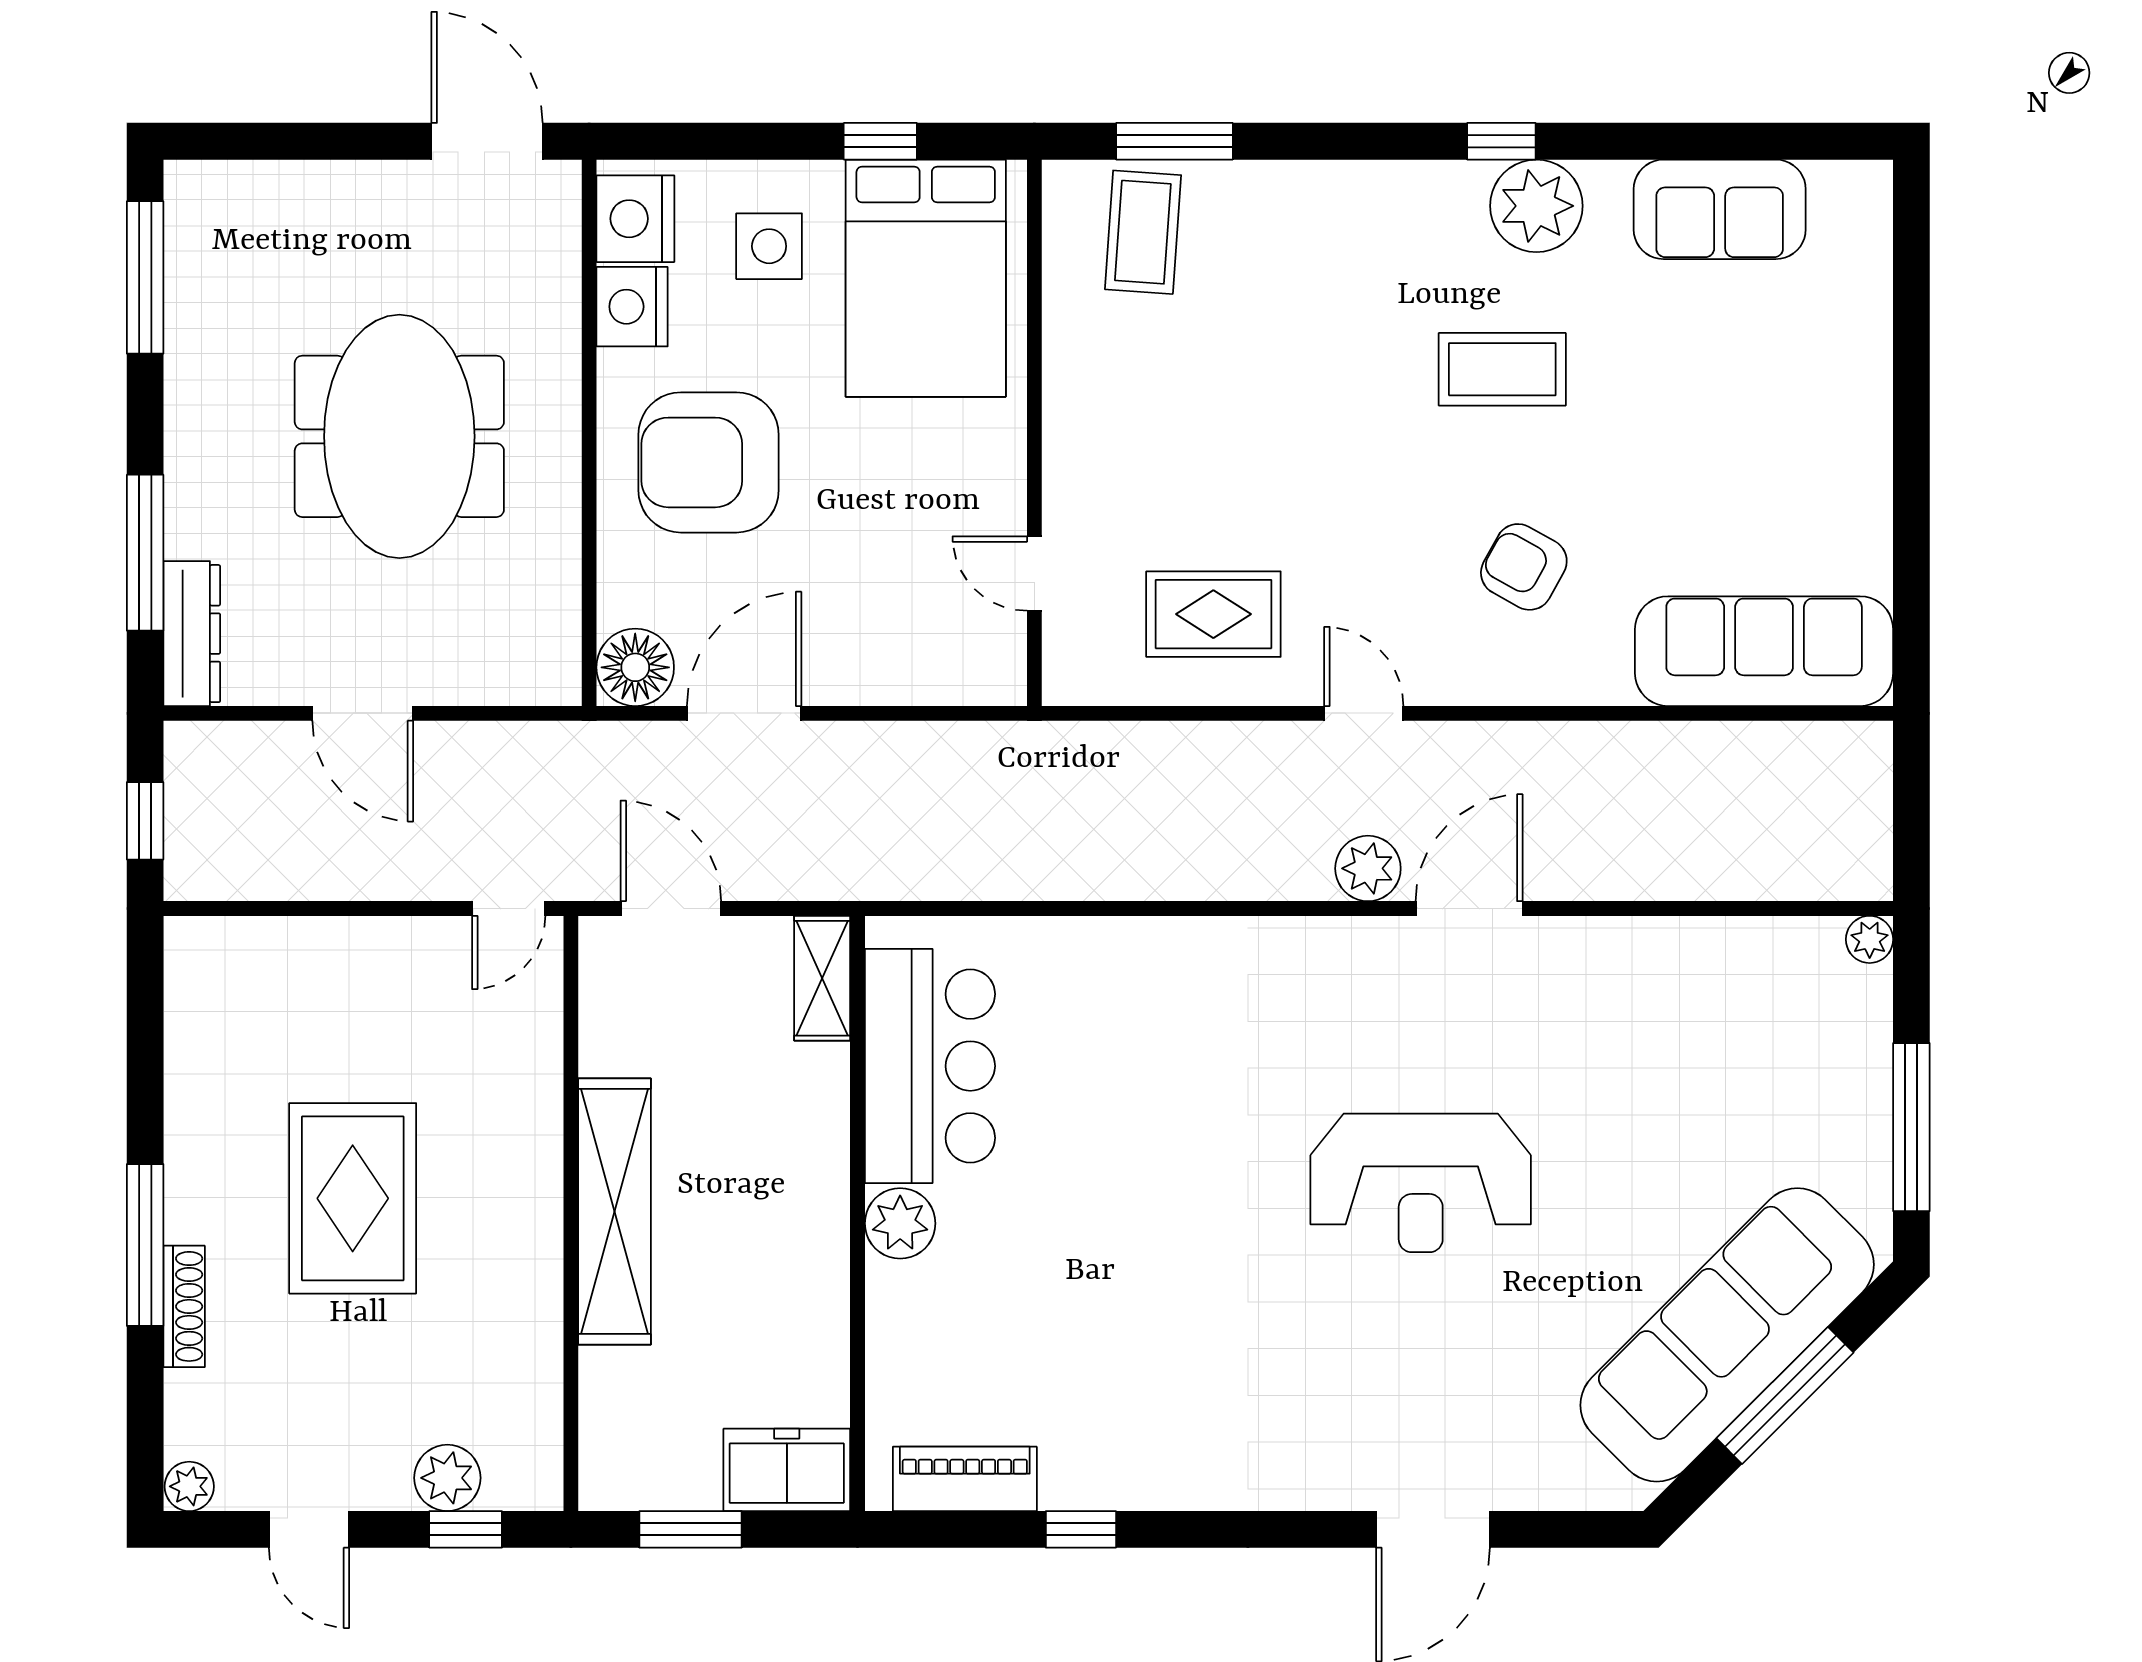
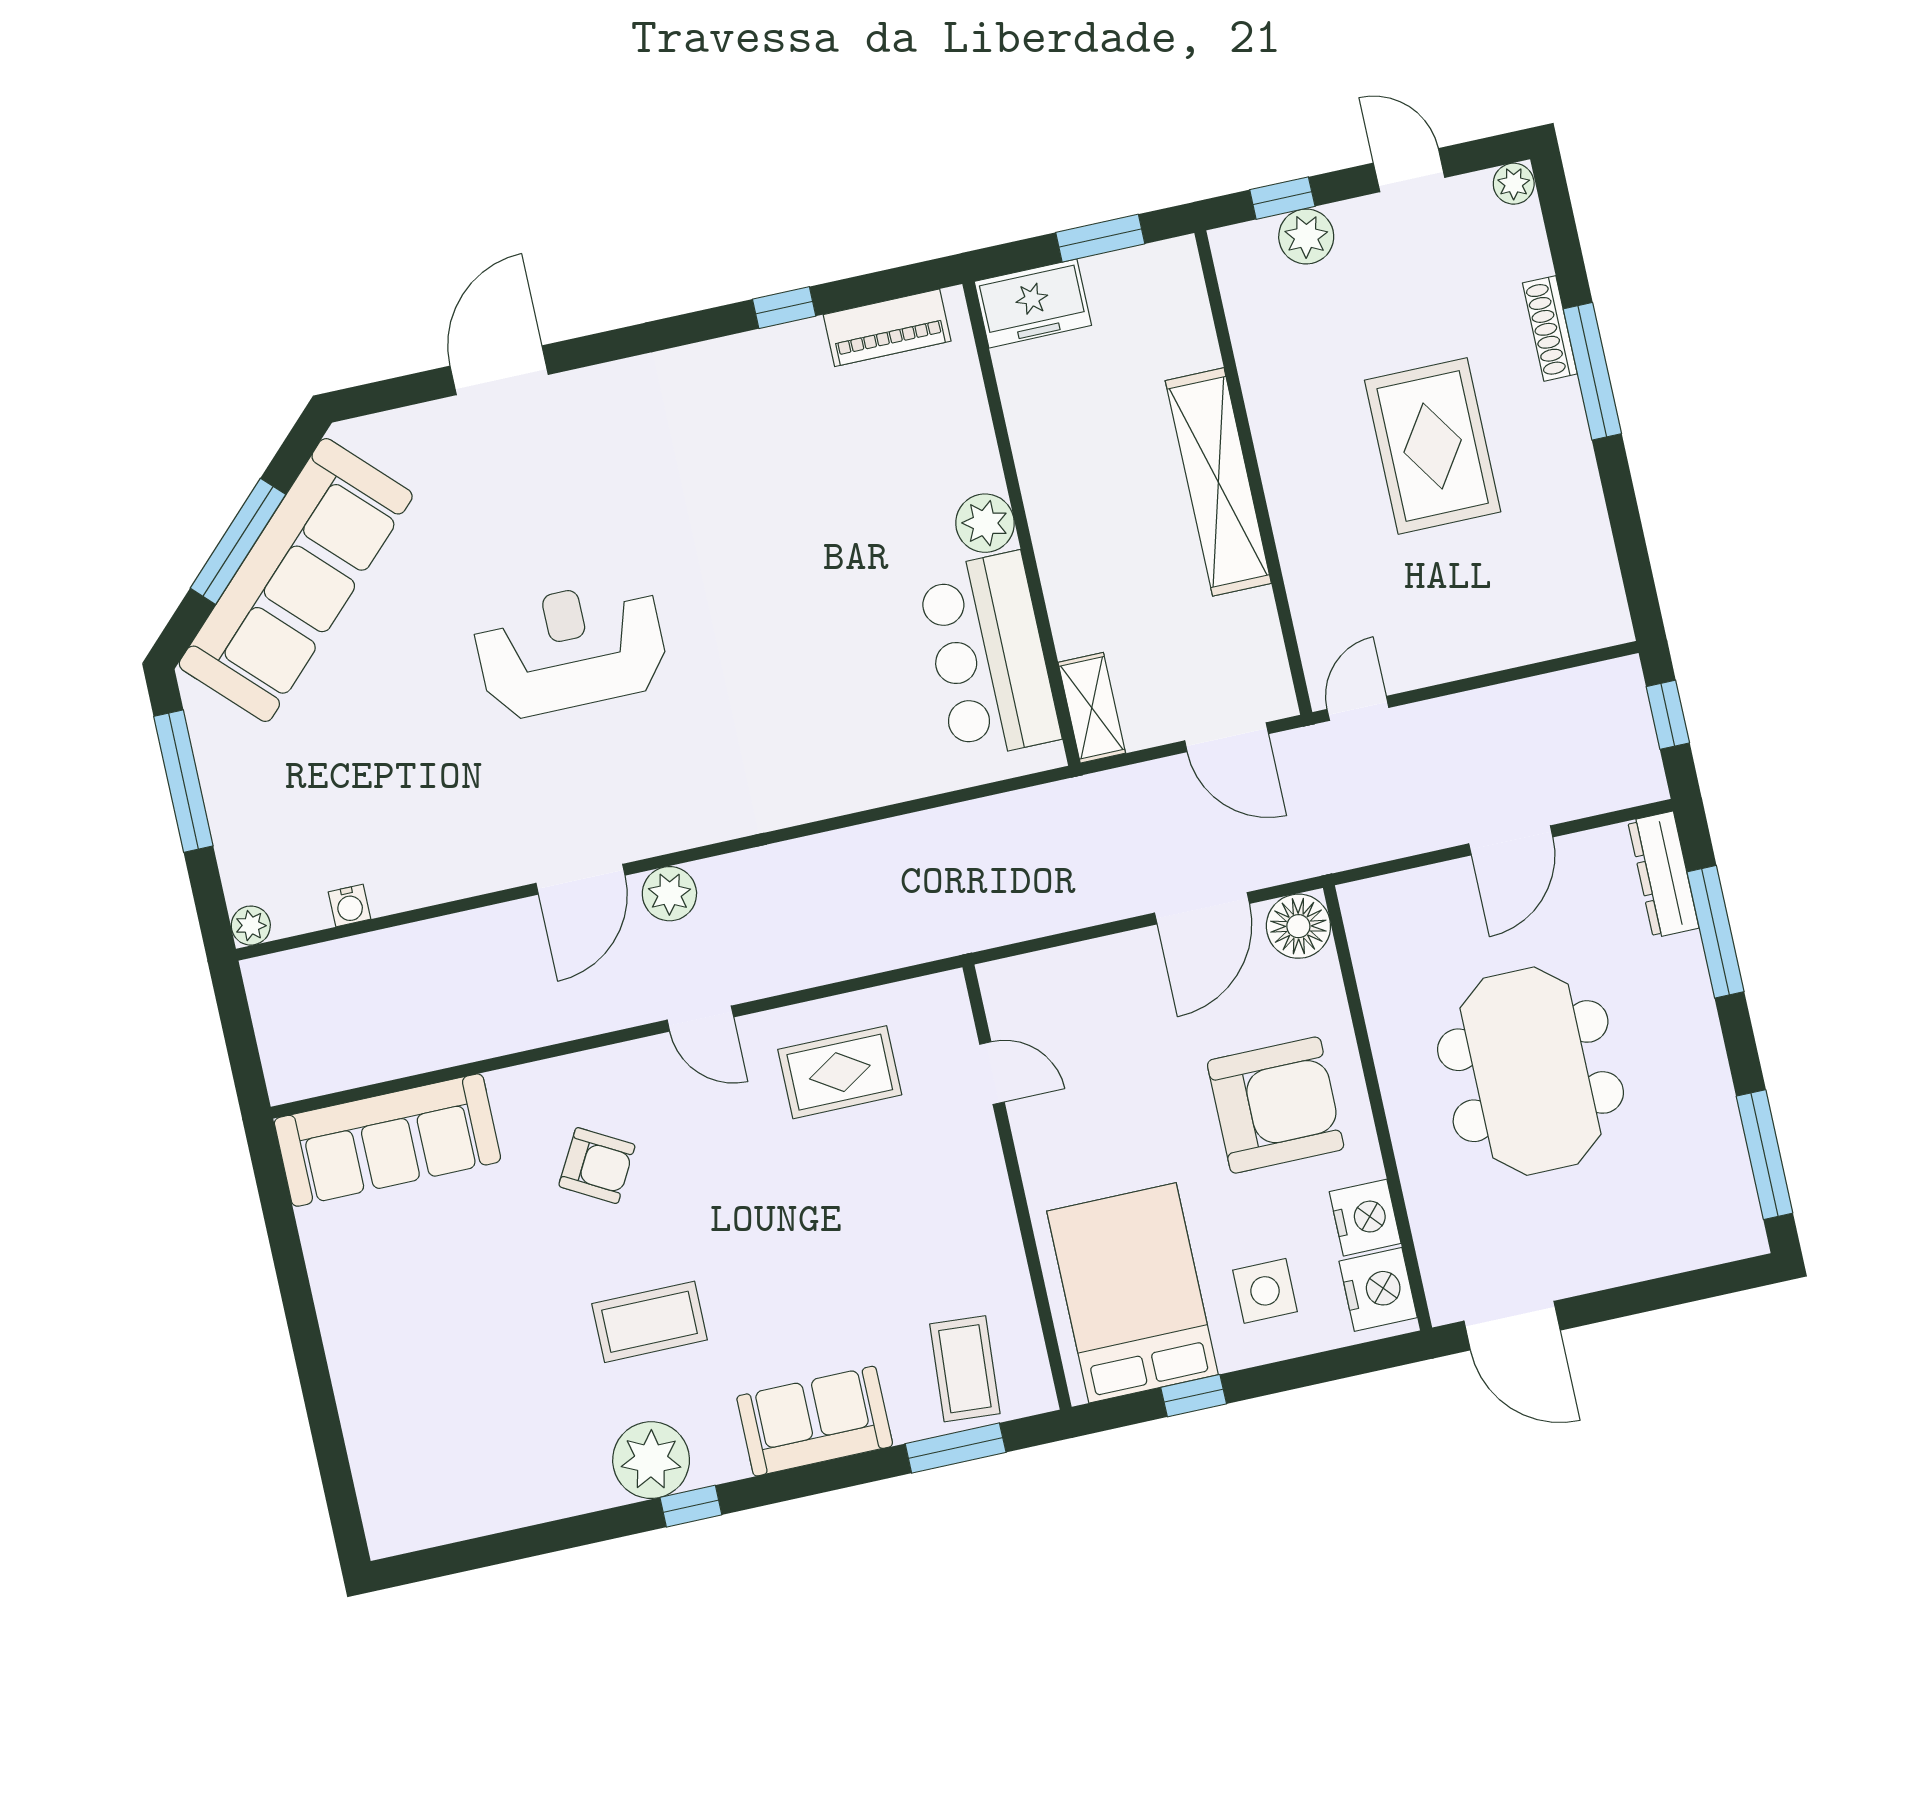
sofa: (1720, 209) -> (815, 1421), moved
door: (363, 713) -> (1511, 840), swing flipped
water cooler: (1748, 937) -> (350, 906), added

